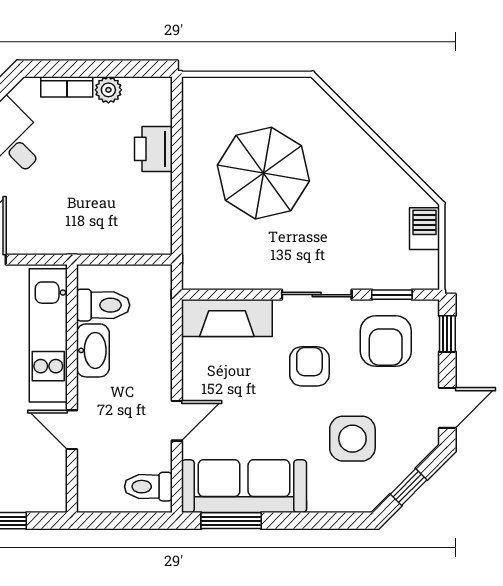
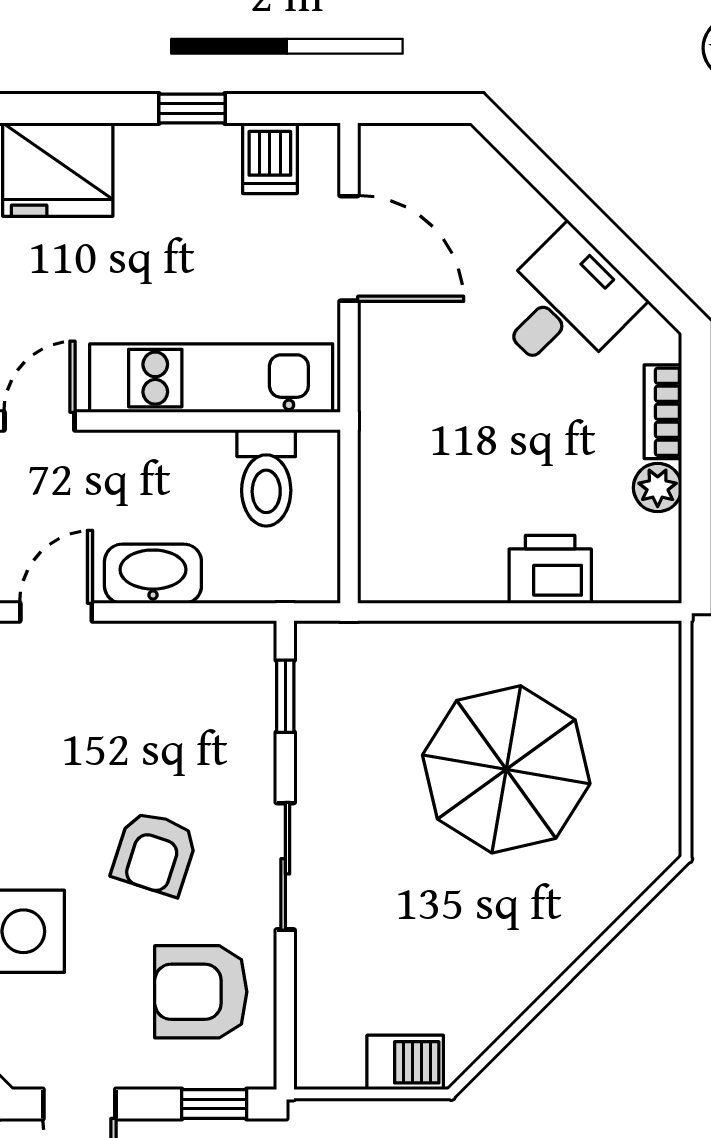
window: (392, 295) -> (285, 696), moved
fireplace: (227, 318) -> (243, 703), removed
washbasin: (93, 350) -> (153, 574), moved, turned 180
armchair: (309, 366) -> (155, 853), turned 108
door: (177, 421) -> (56, 612), swing flipped

